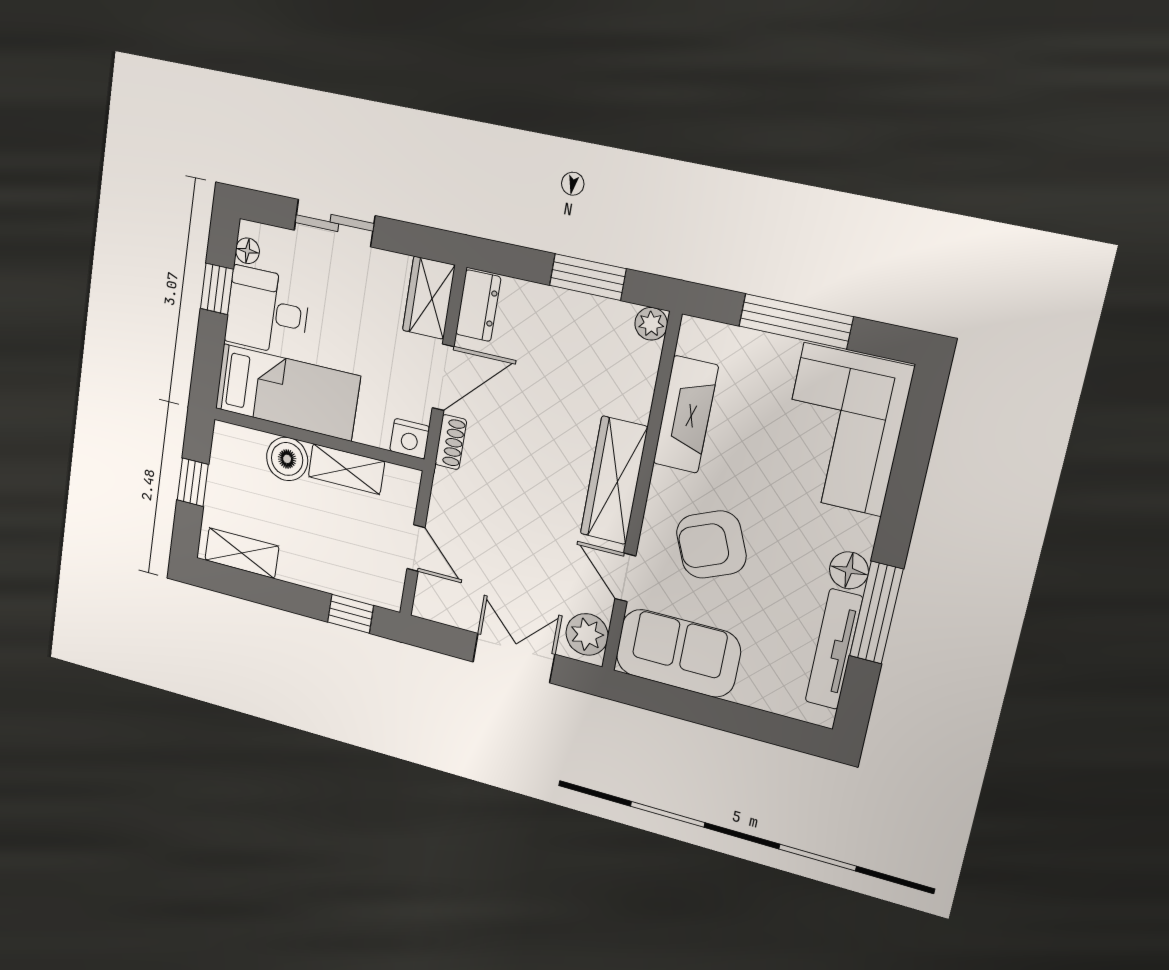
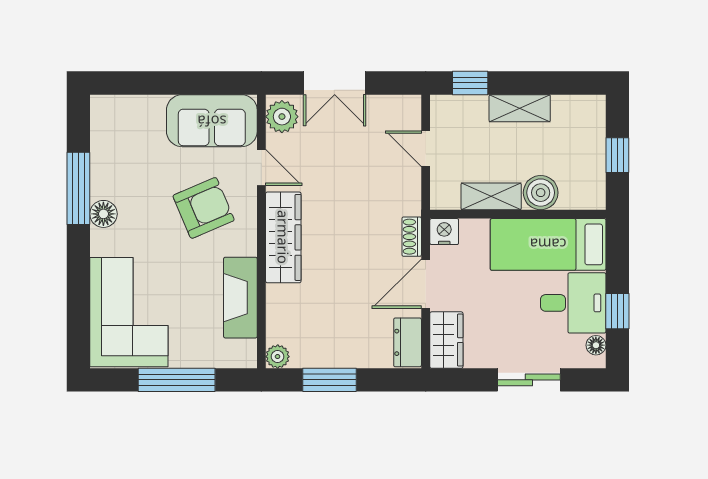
shelving: (242, 553) -> (520, 108), moved
tv unit: (834, 649) -> (102, 154), removed

